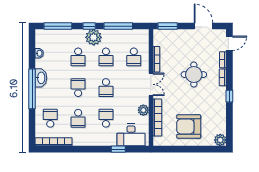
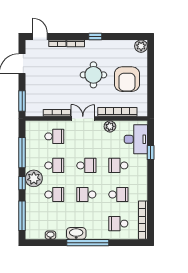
round table: (194, 75) -> (93, 75), moved

